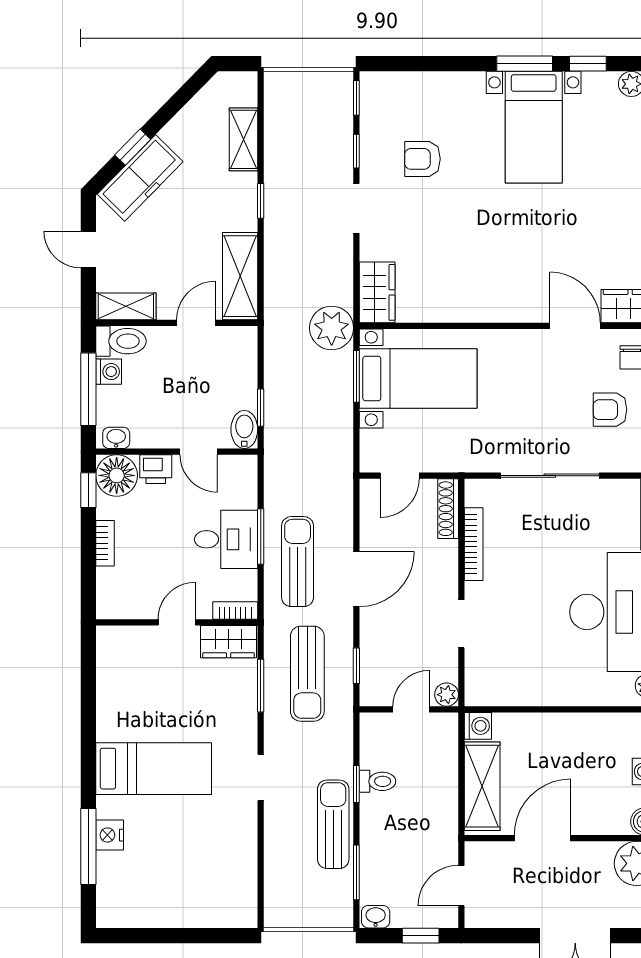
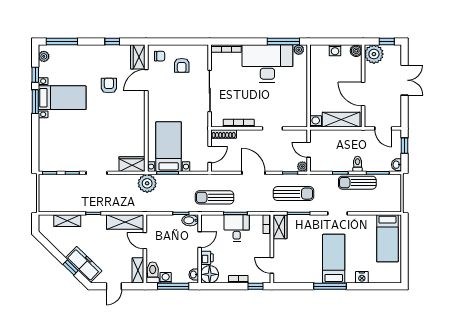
armchair: (422, 159) -> (109, 85), moved, turned 180
door: (400, 476) -> (210, 154), hinge flipped
window: (88, 490) -> (255, 286), moved
sun lounger: (298, 562) -> (214, 197), moved
door: (177, 622) -> (272, 265), moved
plant: (447, 695) -> (302, 167), moved
toilet: (378, 781) -> (358, 164), moved
window: (88, 846) -> (330, 286), moved
bed: (202, 895) -> (387, 238), added

